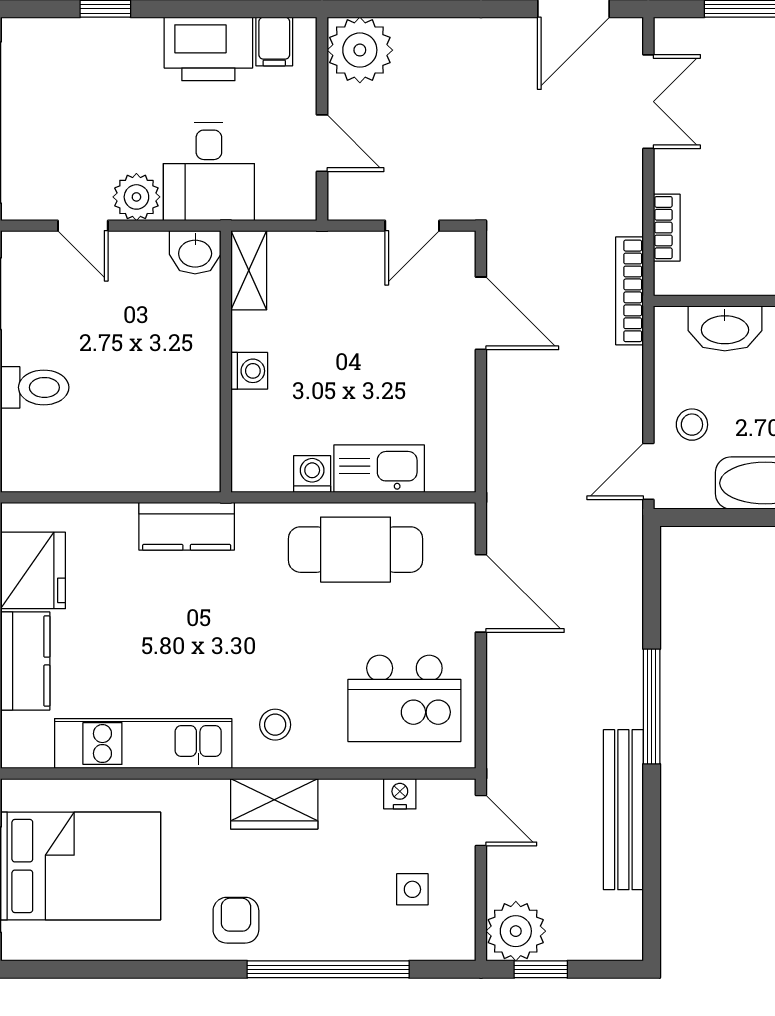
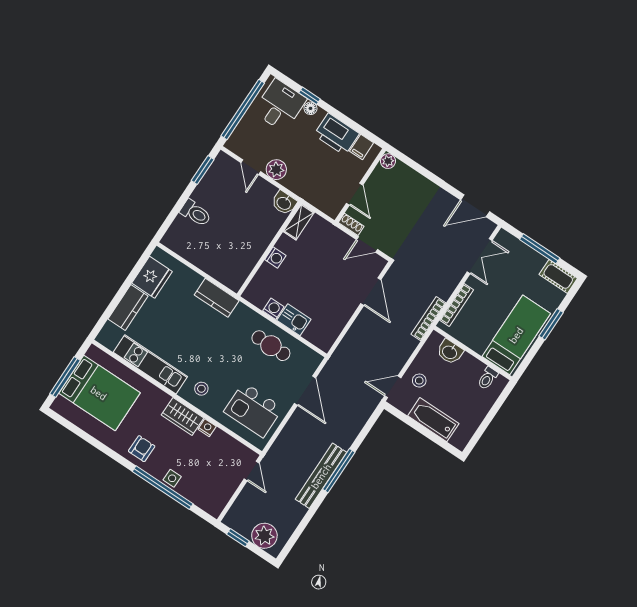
floor lamp: (124, 32) -> (310, 108), added
plant: (360, 50) -> (388, 161), width x0.53, depth x0.53
desk: (209, 171) -> (280, 105), moved, turned 180
shoe rack: (355, 207) -> (351, 224), added
bookcase: (667, 228) -> (457, 305), width x1.56
washbasin: (725, 328) -> (450, 352), width x0.72
kitchen sink: (379, 469) -> (294, 320), width x0.73
cafe table: (355, 550) -> (271, 346), width x0.73, depth x0.74
nightstand: (400, 794) -> (207, 428), moved
bench: (623, 810) -> (321, 476), moved
side table: (412, 889) -> (172, 478), moved
plant: (516, 931) -> (264, 536), moved

